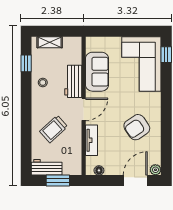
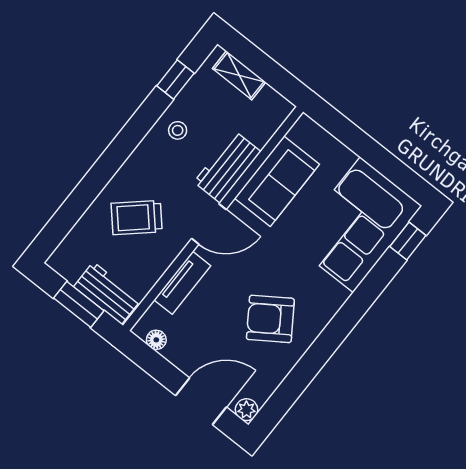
workbench: (47, 167) -> (107, 293), moved

